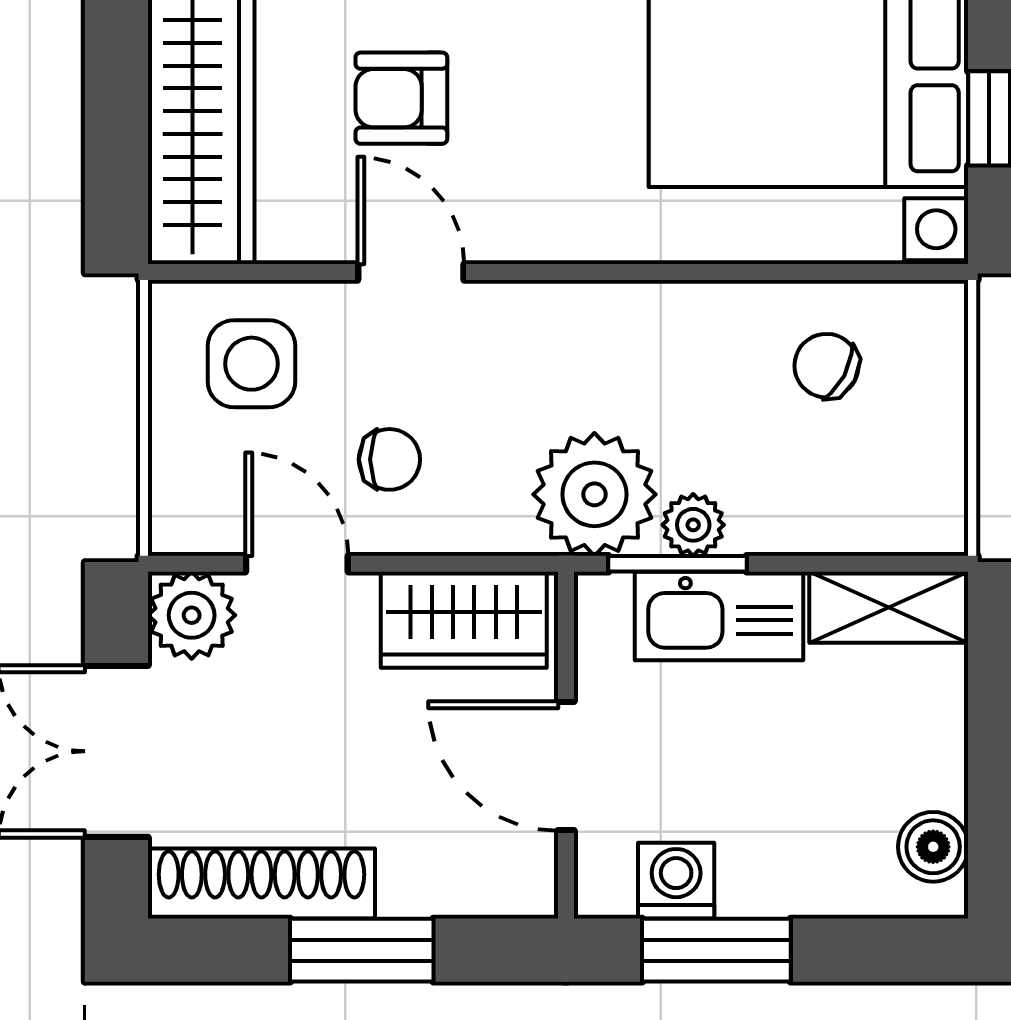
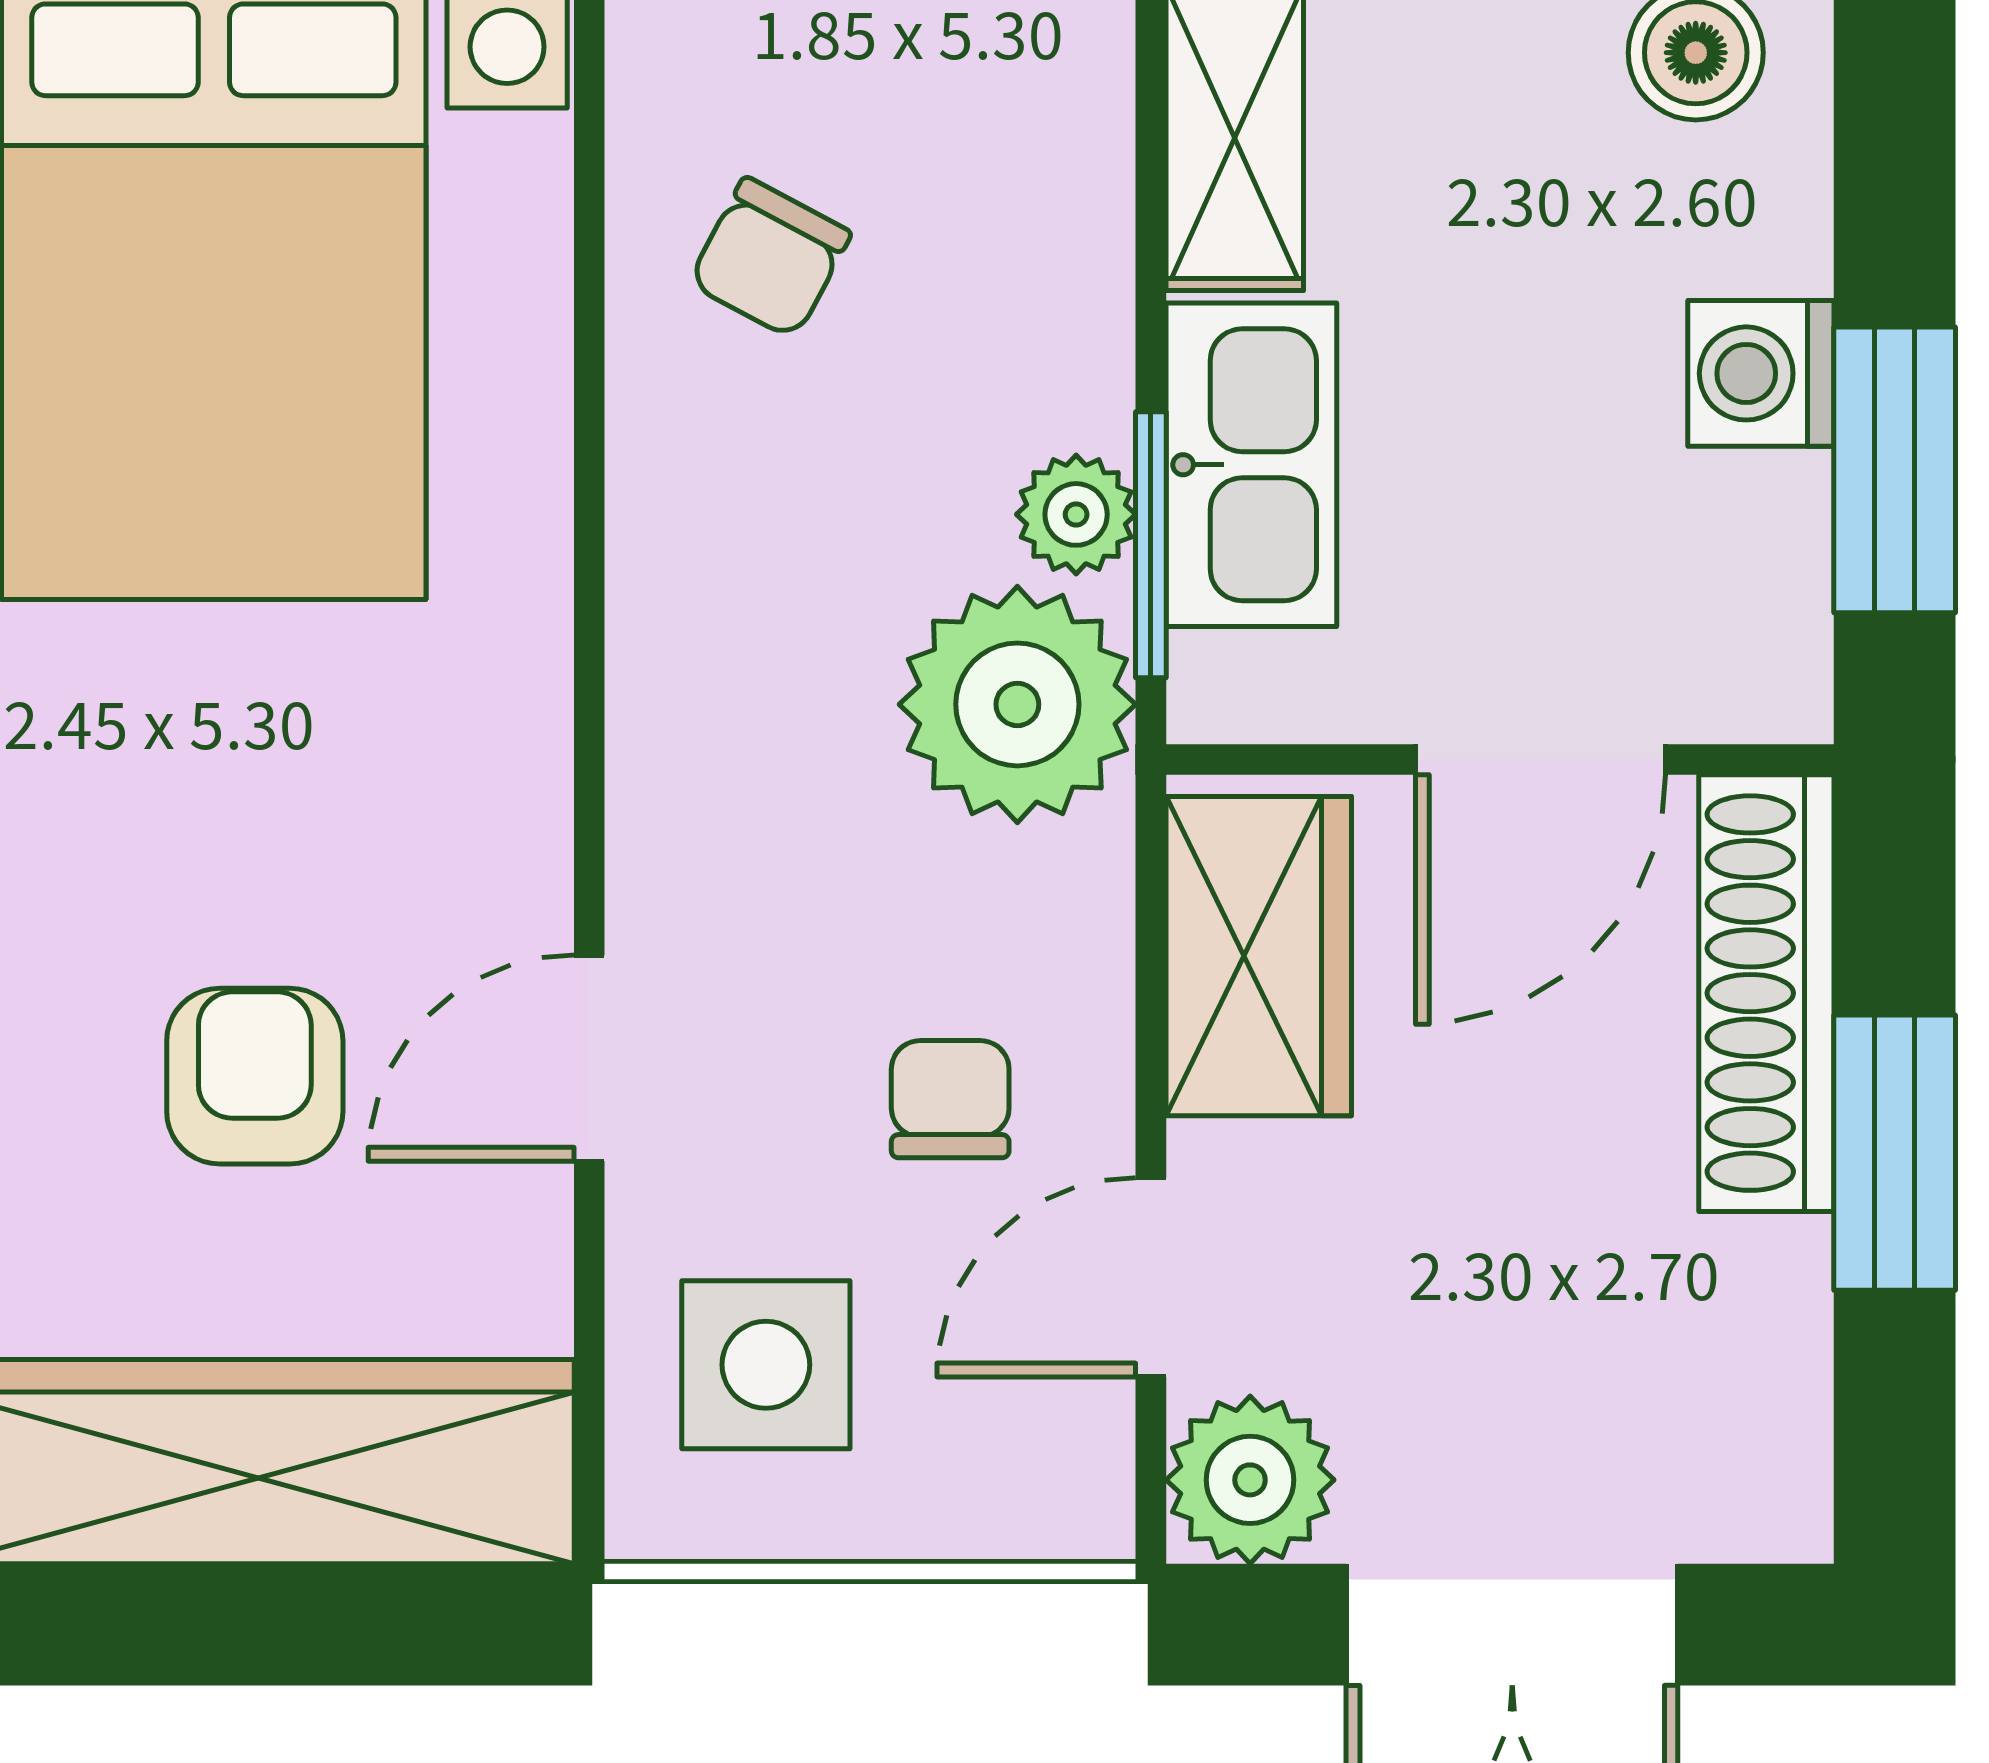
armchair: (401, 98) -> (255, 1076), turned 180
washing machine: (676, 881) -> (1761, 373), moved
shoe rack: (261, 884) -> (1766, 993), moved

